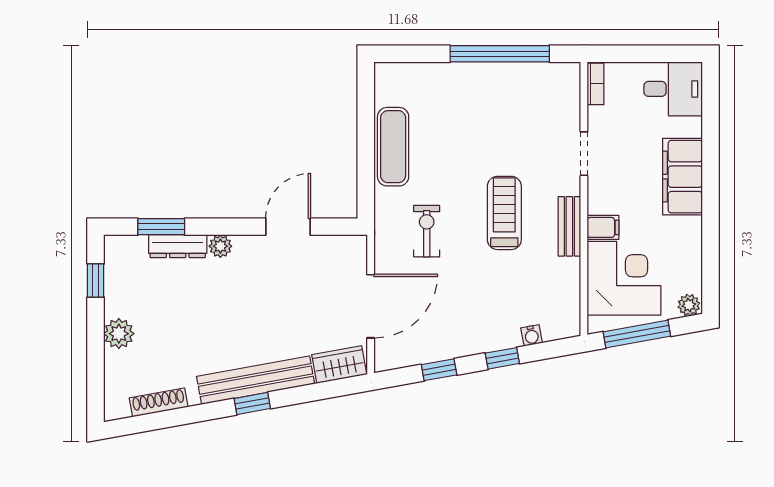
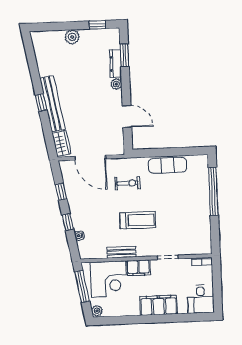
window: (500, 54) -> (213, 192), moved
bench: (569, 226) -> (121, 252), moved
filing cabinet: (603, 227) -> (138, 268), width x2.00
shoe rack: (159, 402) -> (40, 57), removed

